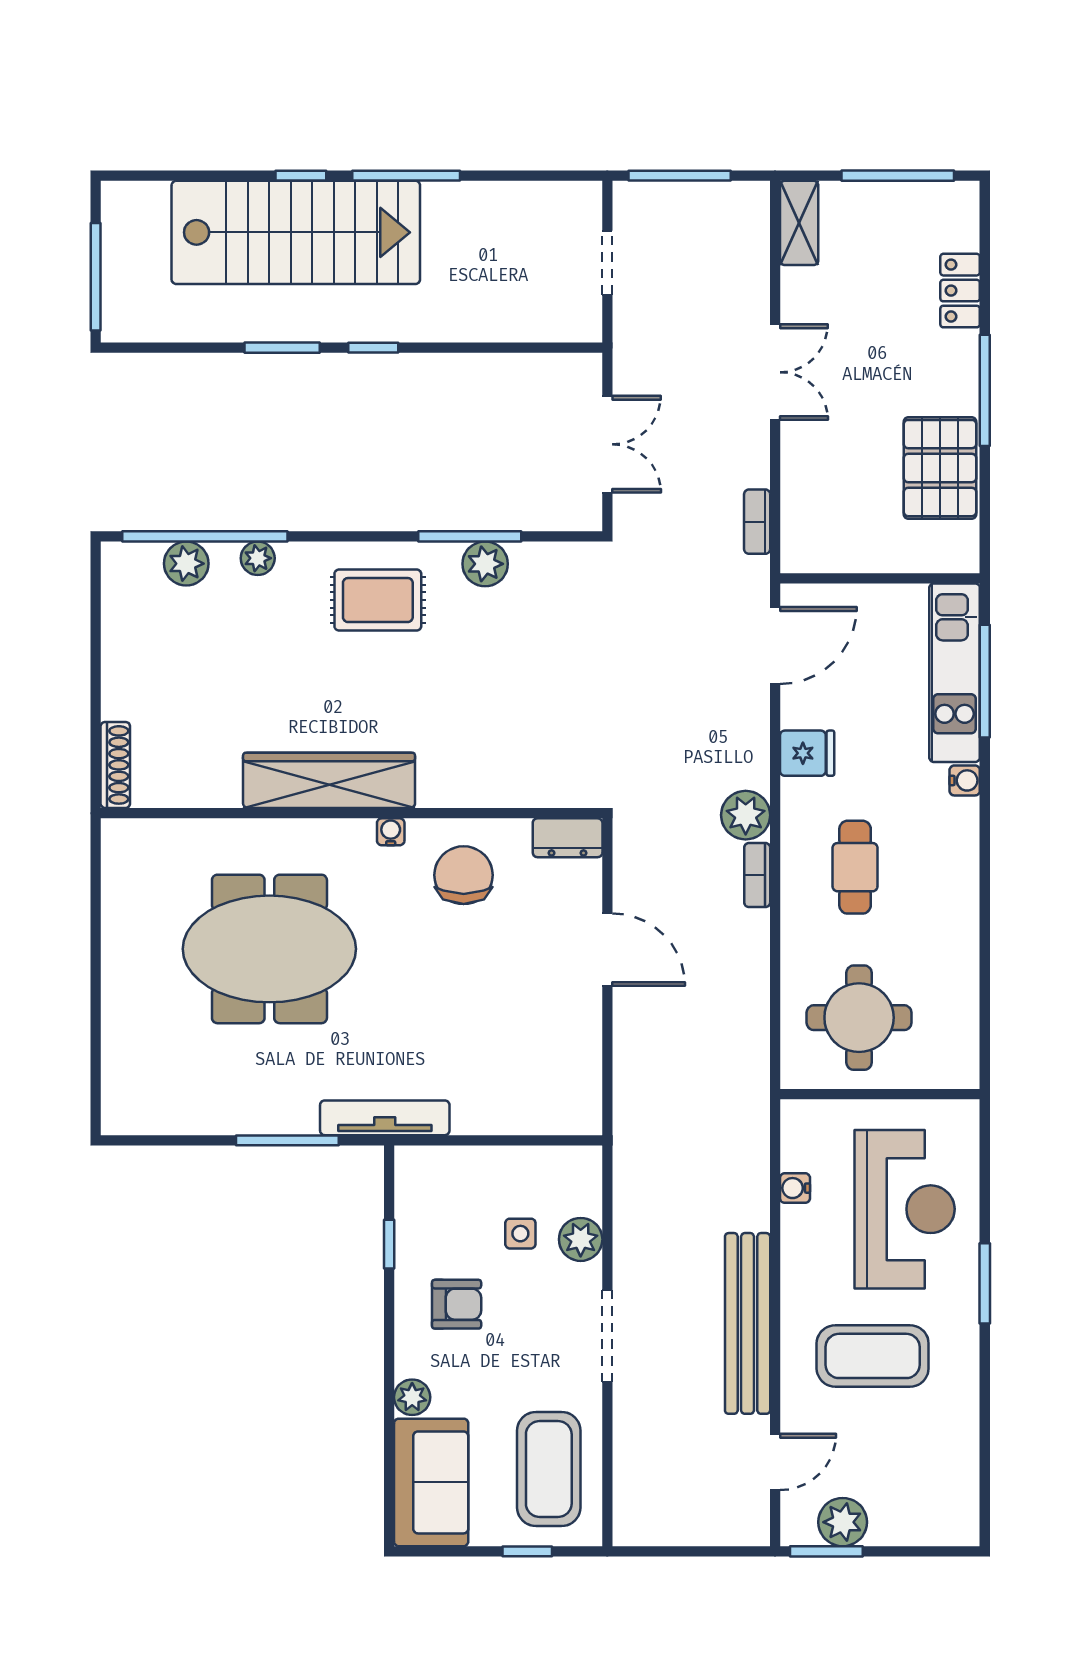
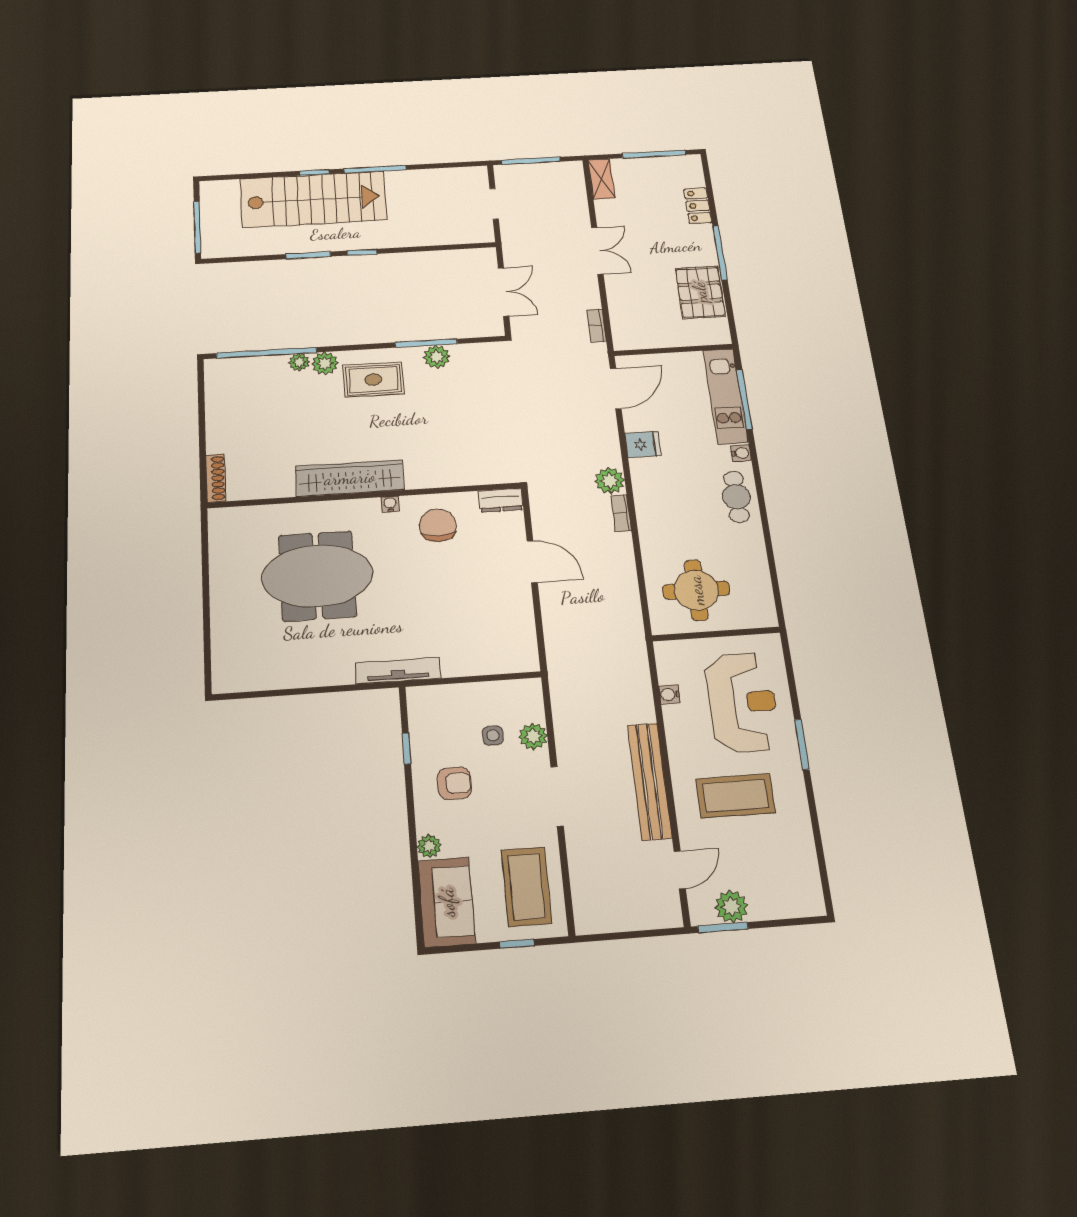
plant: (186, 564) -> (325, 363), moved
cafe table: (855, 867) -> (736, 497), moved
window: (287, 1140) -> (335, 689), removed

